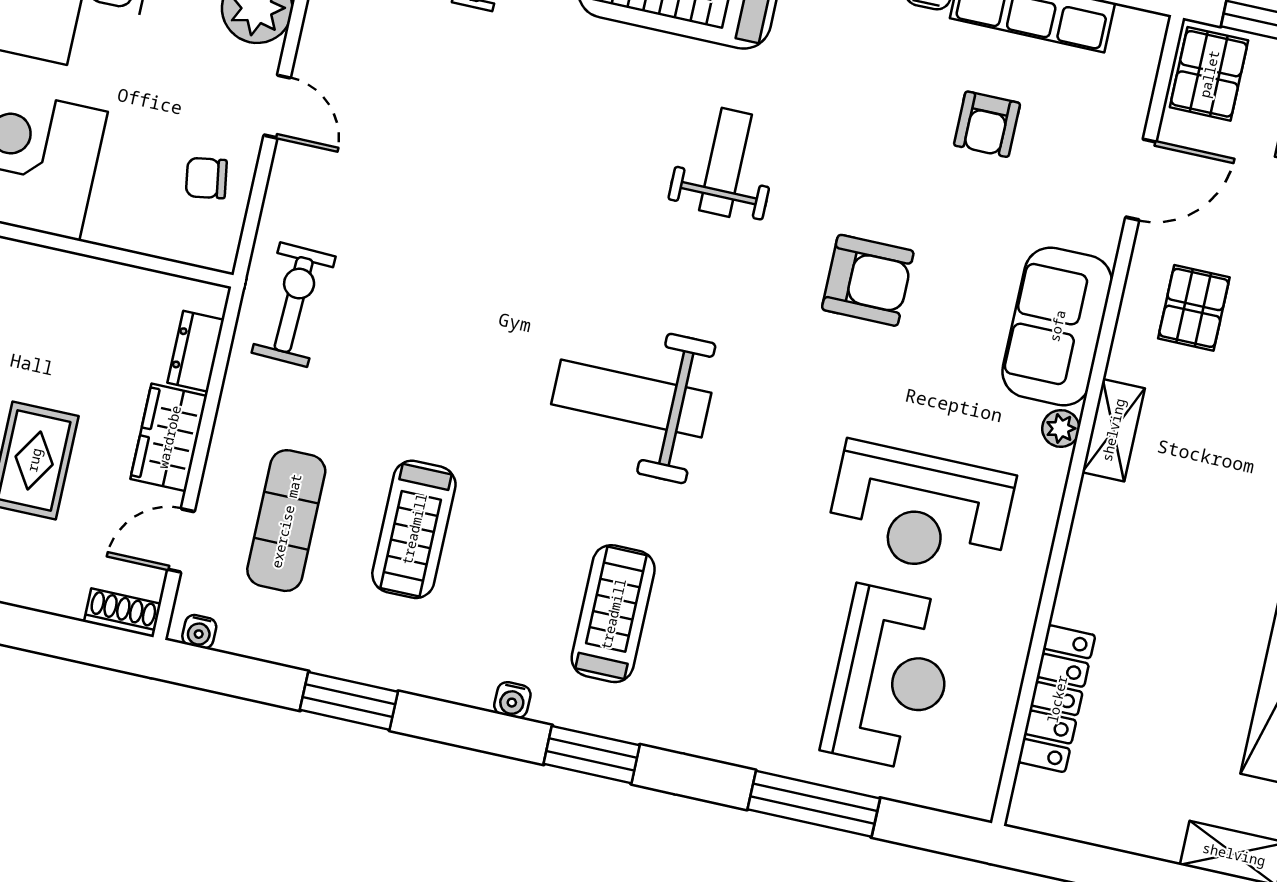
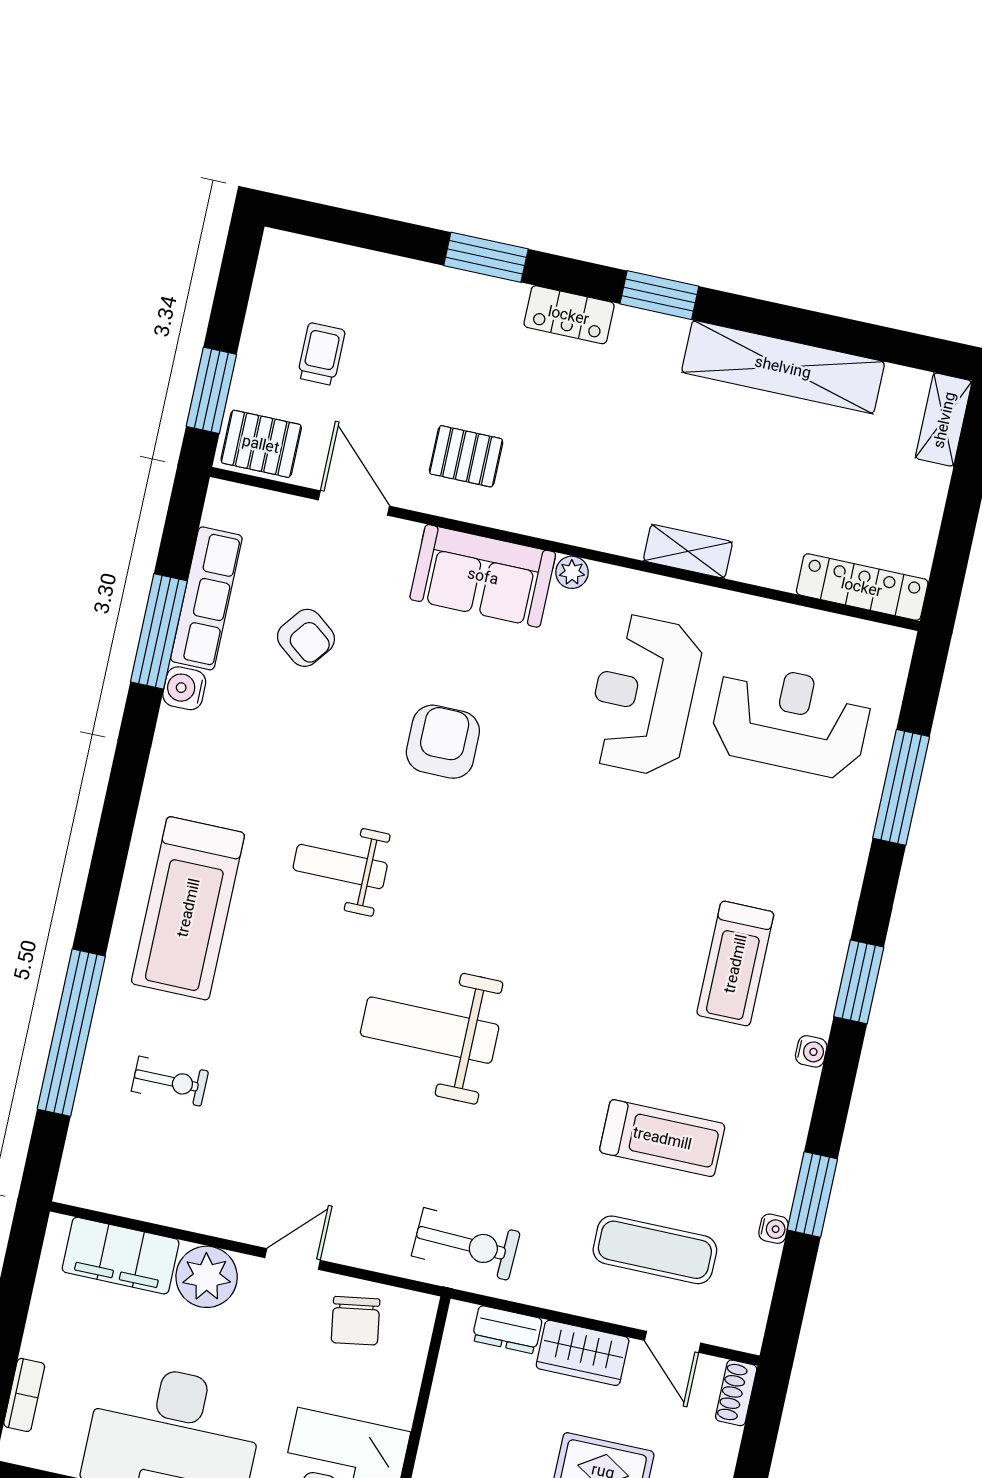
armchair: (987, 124) -> (306, 638), turned 38
chair: (206, 178) -> (356, 1321), width x1.37, depth x1.37
exercise bike: (294, 305) -> (466, 1244), turned 180
weight bench: (631, 398) -> (430, 1030), moved, turned 90
shelving: (1113, 430) -> (688, 551), moved
reception desk: (920, 510) -> (644, 695), turned 180
treadmill: (613, 614) -> (735, 964), turned -90
water cooler: (199, 632) -> (773, 1229), moved
locker: (1057, 699) -> (862, 587), moved

